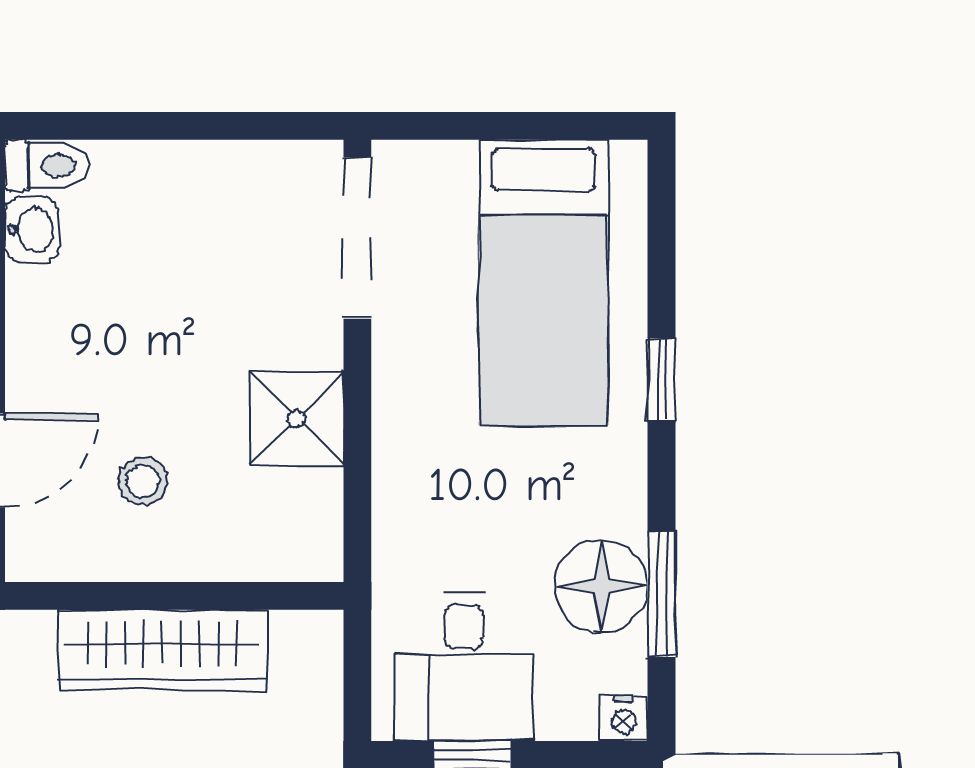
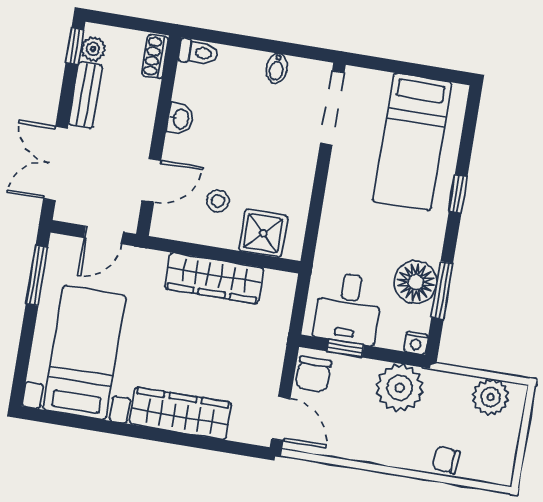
bidet: (223, 173) -> (277, 68), added
washbasin: (32, 230) -> (180, 119), moved
shower: (296, 419) -> (263, 233), moved

